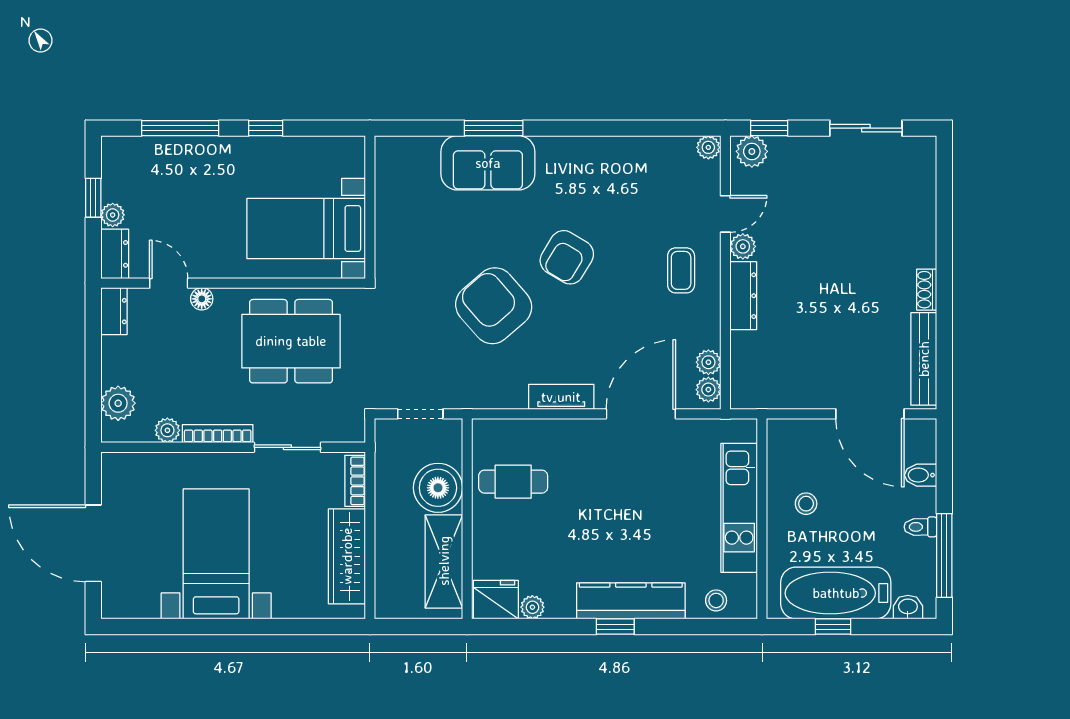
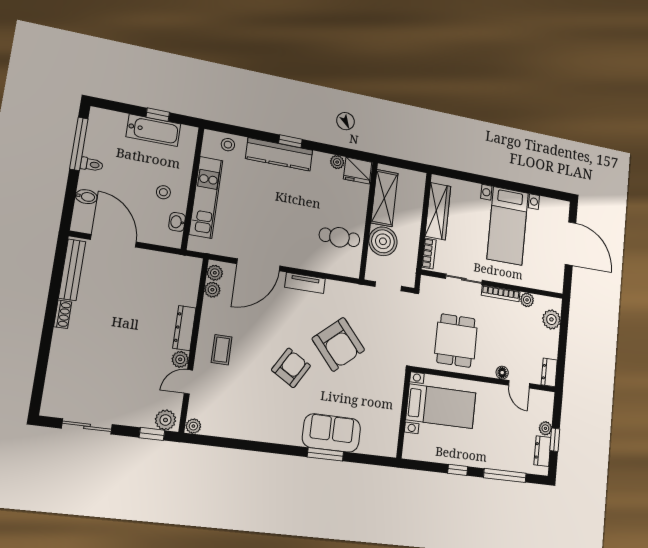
dresser: (115, 254) -> (542, 451), moved
dining table: (291, 341) -> (456, 341), width x0.73
bathtub: (836, 593) -> (153, 130), width x0.73, depth x0.73
washbasin: (908, 607) -> (177, 222), moved, turned 90

